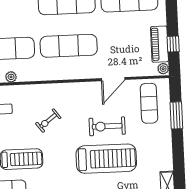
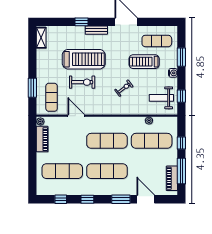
window: (173, 44) -> (32, 139), removed
door: (113, 79) -> (76, 116), hinge flipped
treadmill: (106, 159) -> (84, 59), turned 180

